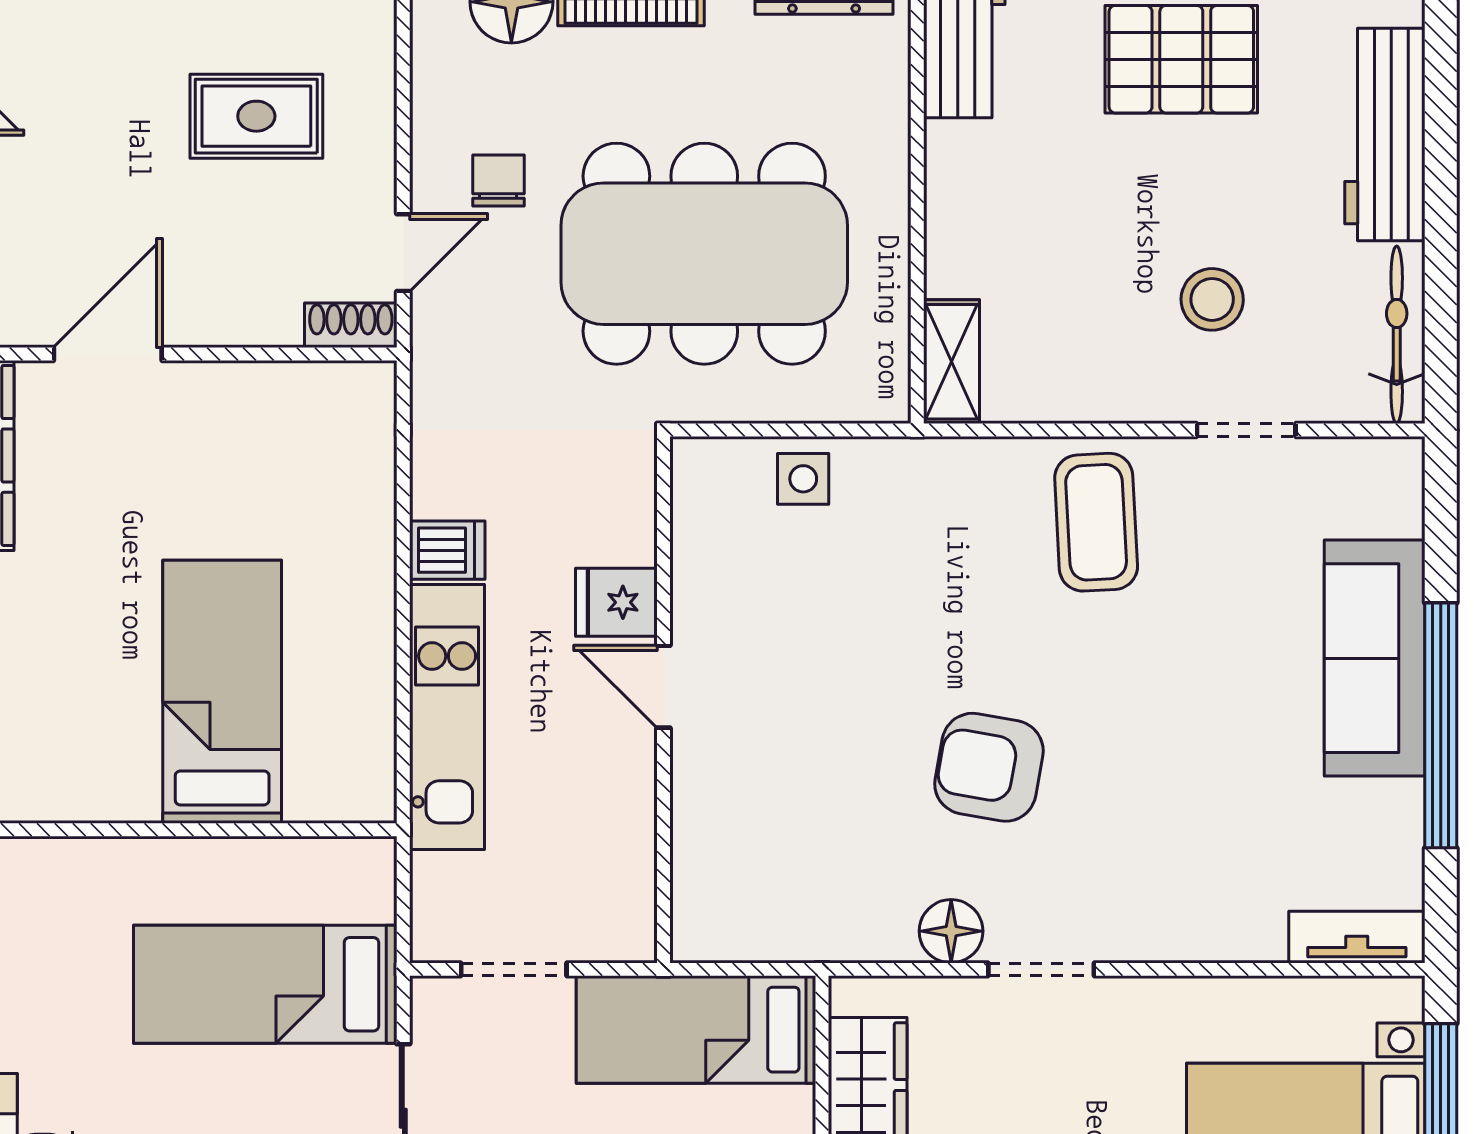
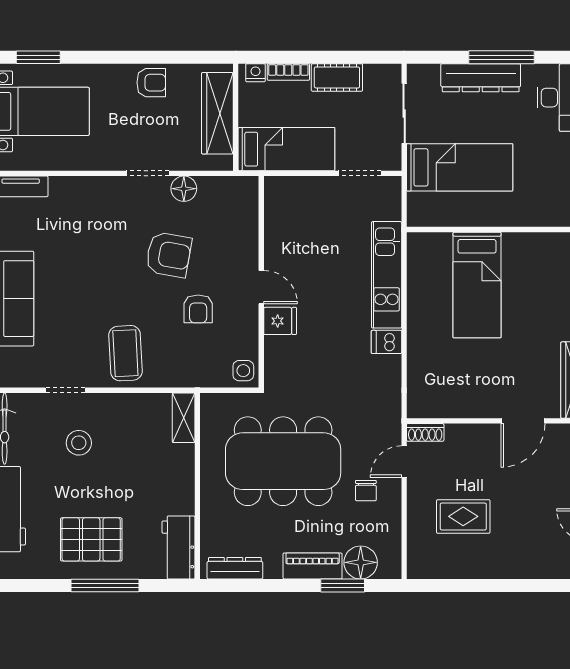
fridge: (616, 602) -> (280, 321), moved
armchair: (916, 632) -> (198, 309), added
door: (663, 687) -> (261, 287), moved
wall: (663, 700) -> (261, 282), moved

